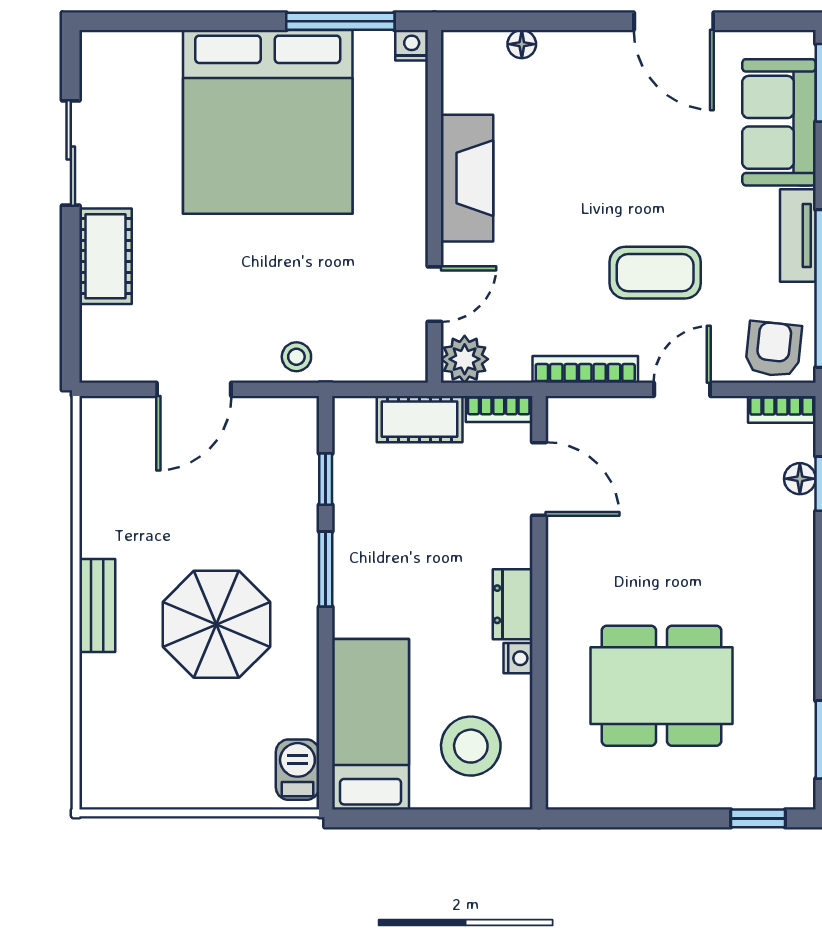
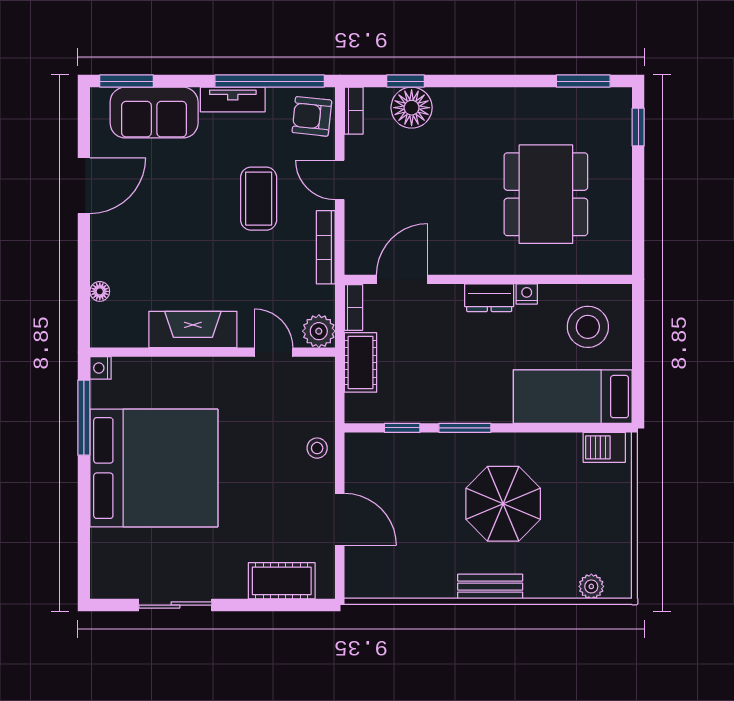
cot: (106, 256) -> (282, 581), moved
floor lamp: (800, 479) -> (412, 108), width x1.89, depth x1.89
plant: (97, 751) -> (591, 586), added

